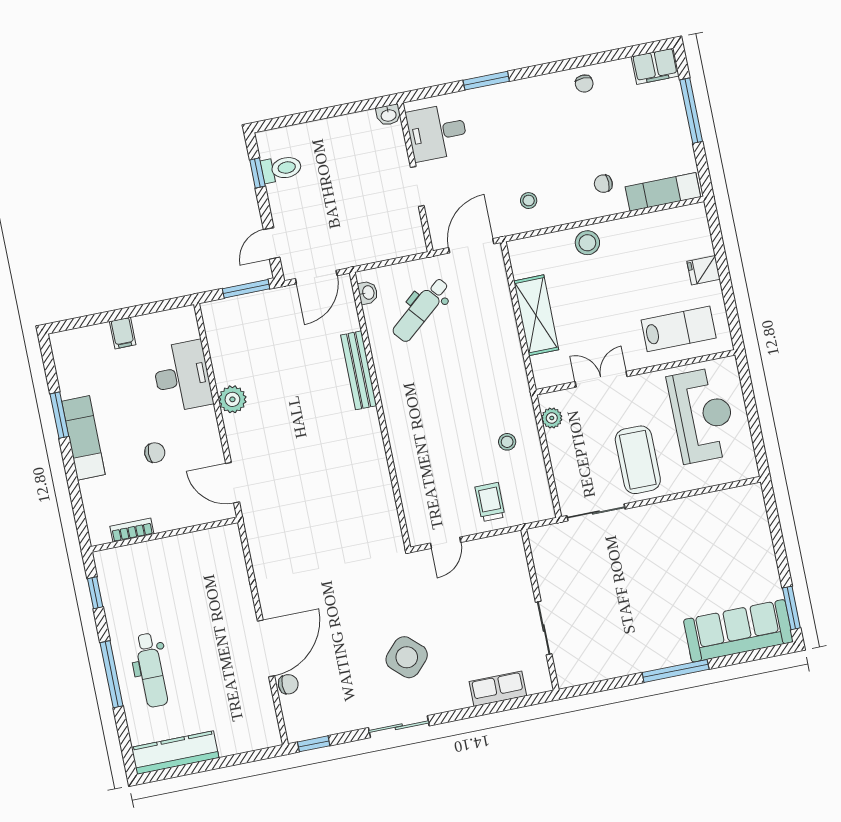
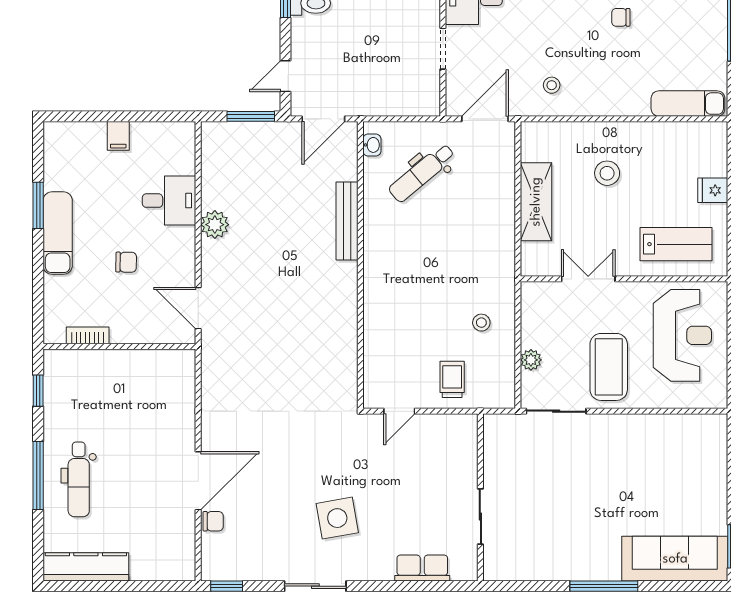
chair: (603, 184) -> (621, 17), moved
stool: (587, 243) -> (607, 173), moved
desk: (182, 376) -> (169, 201), width x0.73
plant: (552, 418) -> (531, 360), moved
side table: (407, 657) -> (337, 518), turned 37

